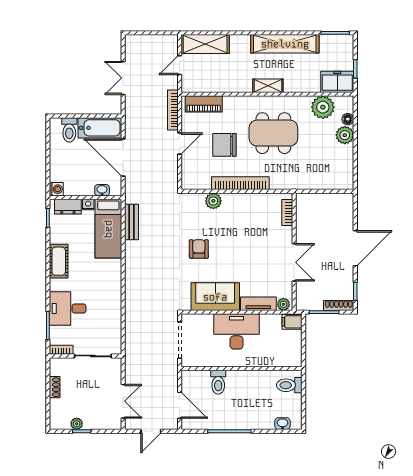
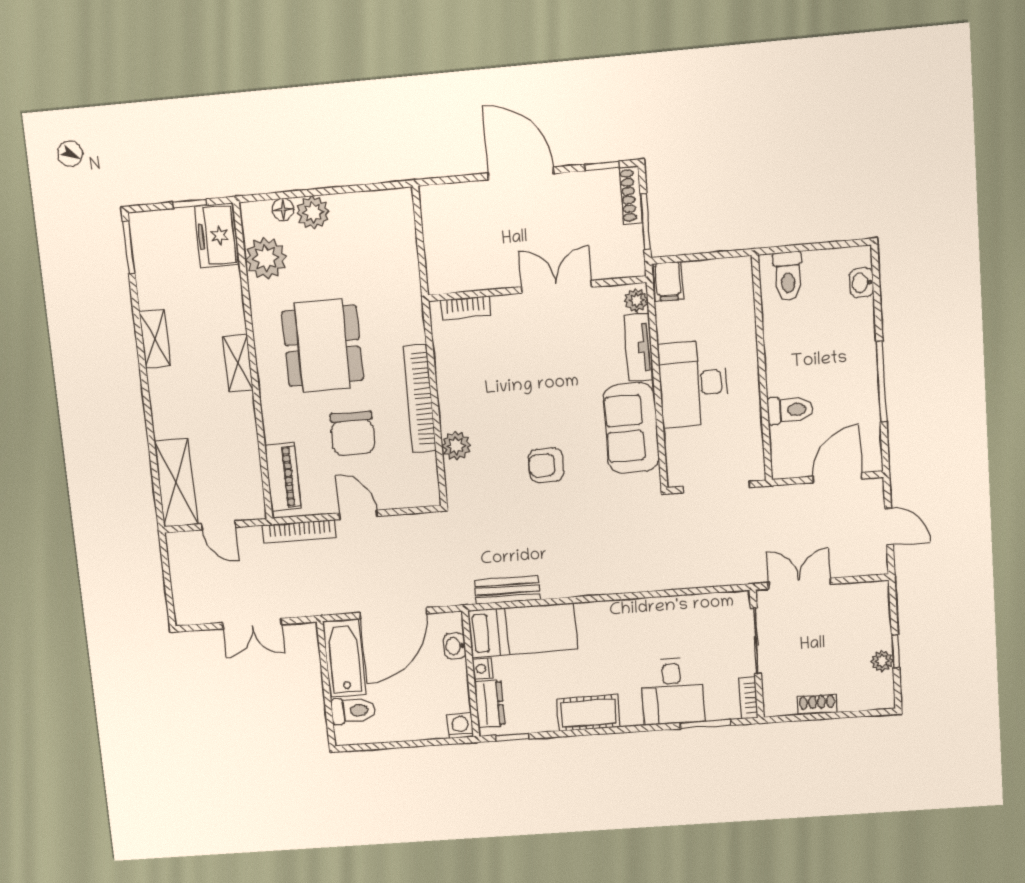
shelving: (285, 44) -> (155, 339), width x0.45, depth x0.75
double door: (123, 401) -> (799, 583), moved

